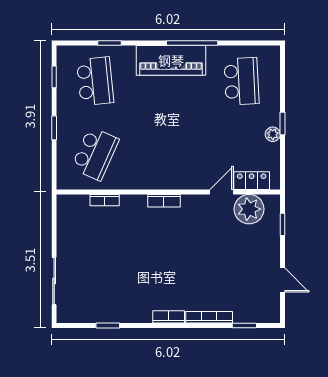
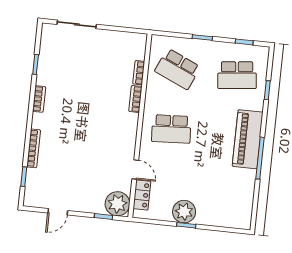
school desk: (242, 81) -> (171, 129), moved
plant: (273, 134) -> (184, 212), width x1.87, depth x1.87
bookcase: (164, 201) -> (135, 99), moved
plant: (249, 209) -> (117, 204), moved
bookcase: (169, 317) -> (39, 99), moved

